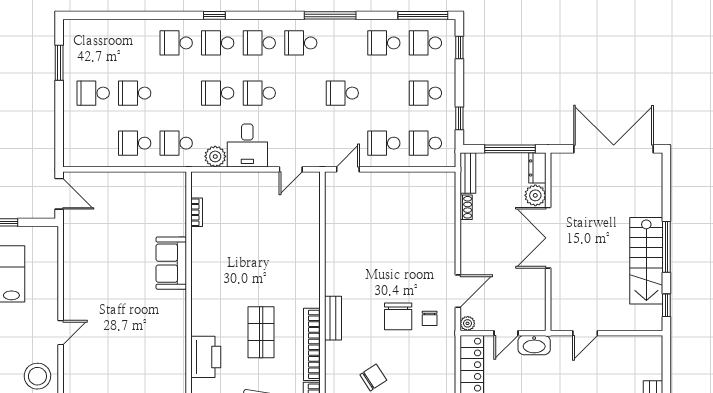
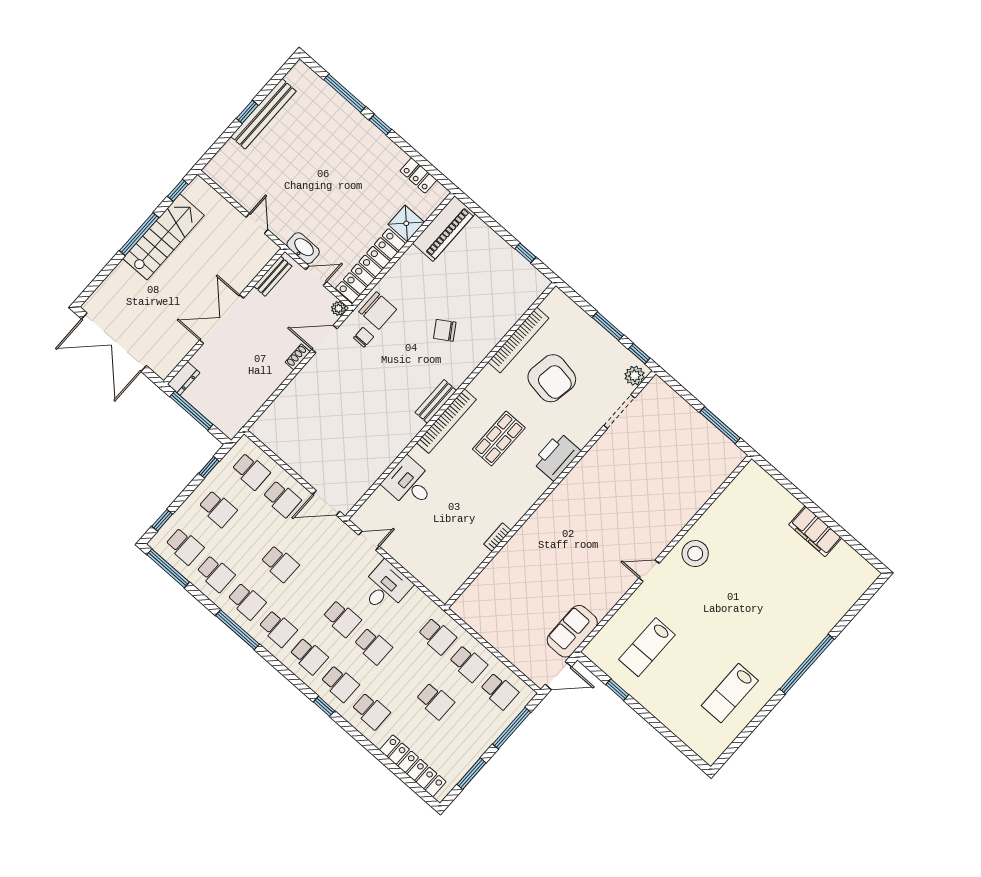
locker: (108, 29) -> (413, 766), added
school desk: (342, 43) -> (247, 601), added
school desk: (93, 93) -> (499, 691), moved
window: (59, 123) -> (512, 728), added
plant: (215, 156) -> (417, 600), removed
door: (348, 169) -> (326, 503), width x1.38
bench: (468, 173) -> (273, 276), moved
door: (59, 194) -> (558, 676), swing flipped
plant: (535, 195) -> (203, 359), removed
shoe rack: (466, 207) -> (298, 357), moved
bookcase: (197, 212) -> (497, 537), moved
double door: (548, 238) -> (222, 319), swing flipped
desk: (298, 239) -> (409, 483), added
sofa: (171, 263) -> (572, 631), moved, turned 180
chair: (398, 316) -> (378, 310), moved, turned 90
door: (585, 333) -> (257, 223), hinge flipped
bookcase: (312, 344) -> (446, 421), moved

